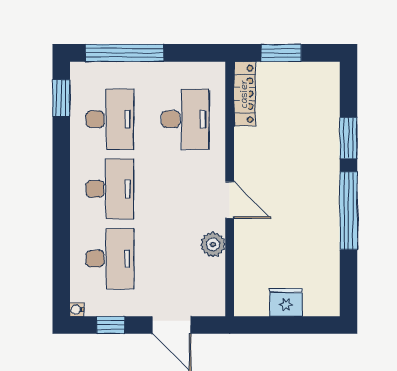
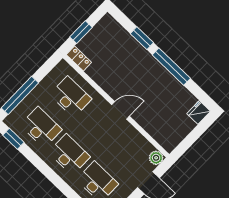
locker: (245, 94) -> (79, 58), width x0.66
plant: (213, 244) -> (156, 158), moved
fridge: (286, 302) -> (199, 112), moved

